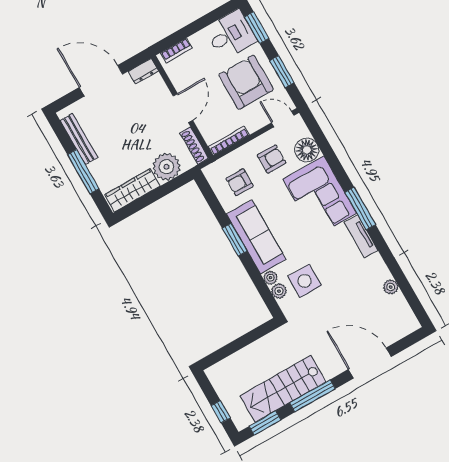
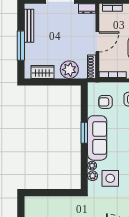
wardrobe: (132, 190) -> (42, 72), width x0.67

